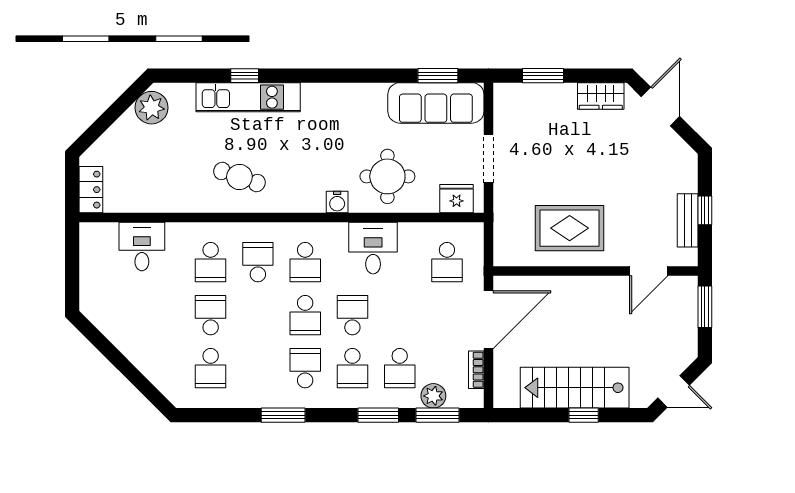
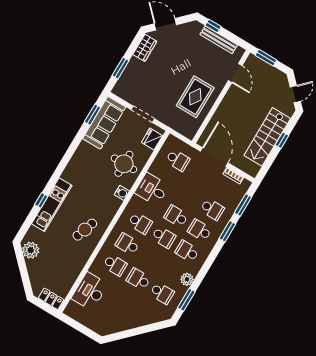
window: (705, 210) -> (213, 26), moved
bench: (688, 220) -> (219, 40), width x1.36
desk: (142, 247) -> (90, 291), width x1.37
school desk: (352, 368) -> (200, 230), turned 180
plant: (433, 396) -> (187, 279), moved
window: (283, 415) -> (186, 300), moved

